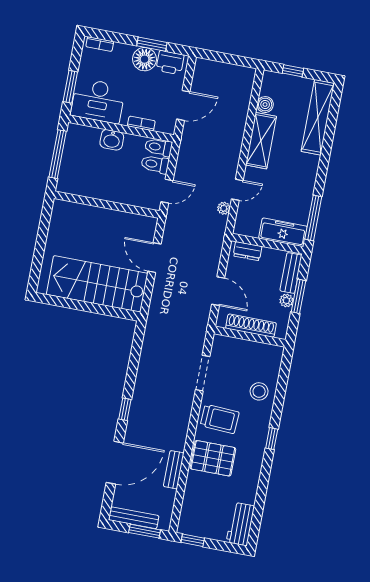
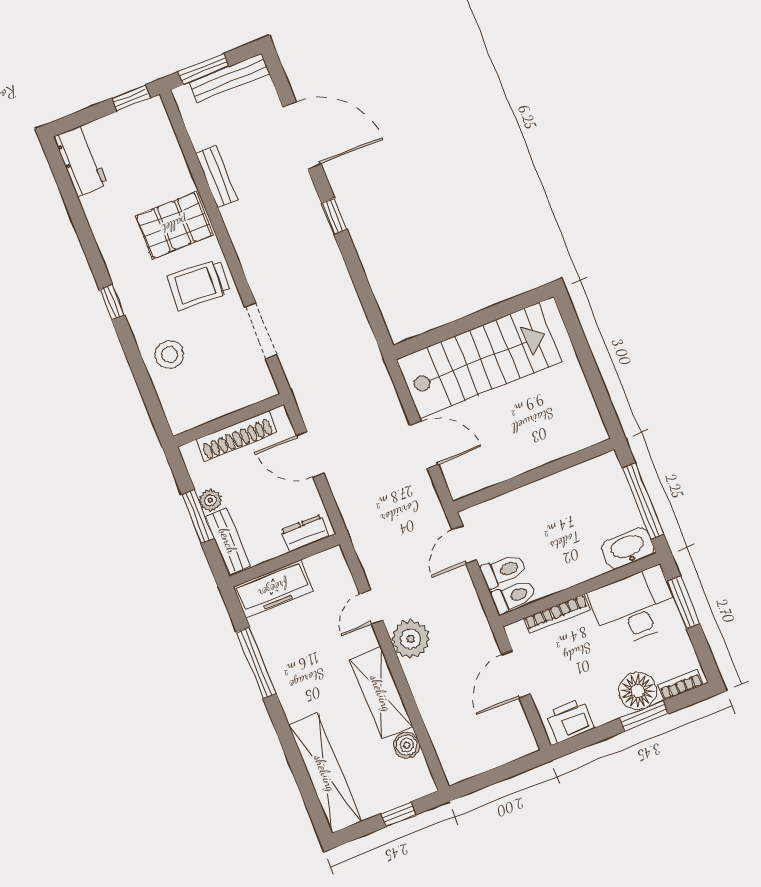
window: (152, 44) -> (644, 716), moved
floor lamp: (145, 59) -> (638, 691), moved
bookcase: (141, 123) -> (557, 614), width x1.56
washbasin: (112, 140) -> (628, 548), moved, width x1.38
plant: (224, 208) -> (410, 639), moved, width x1.87, depth x1.87
window: (313, 218) -> (256, 663), moved
door: (115, 463) -> (302, 136), swing flipped

